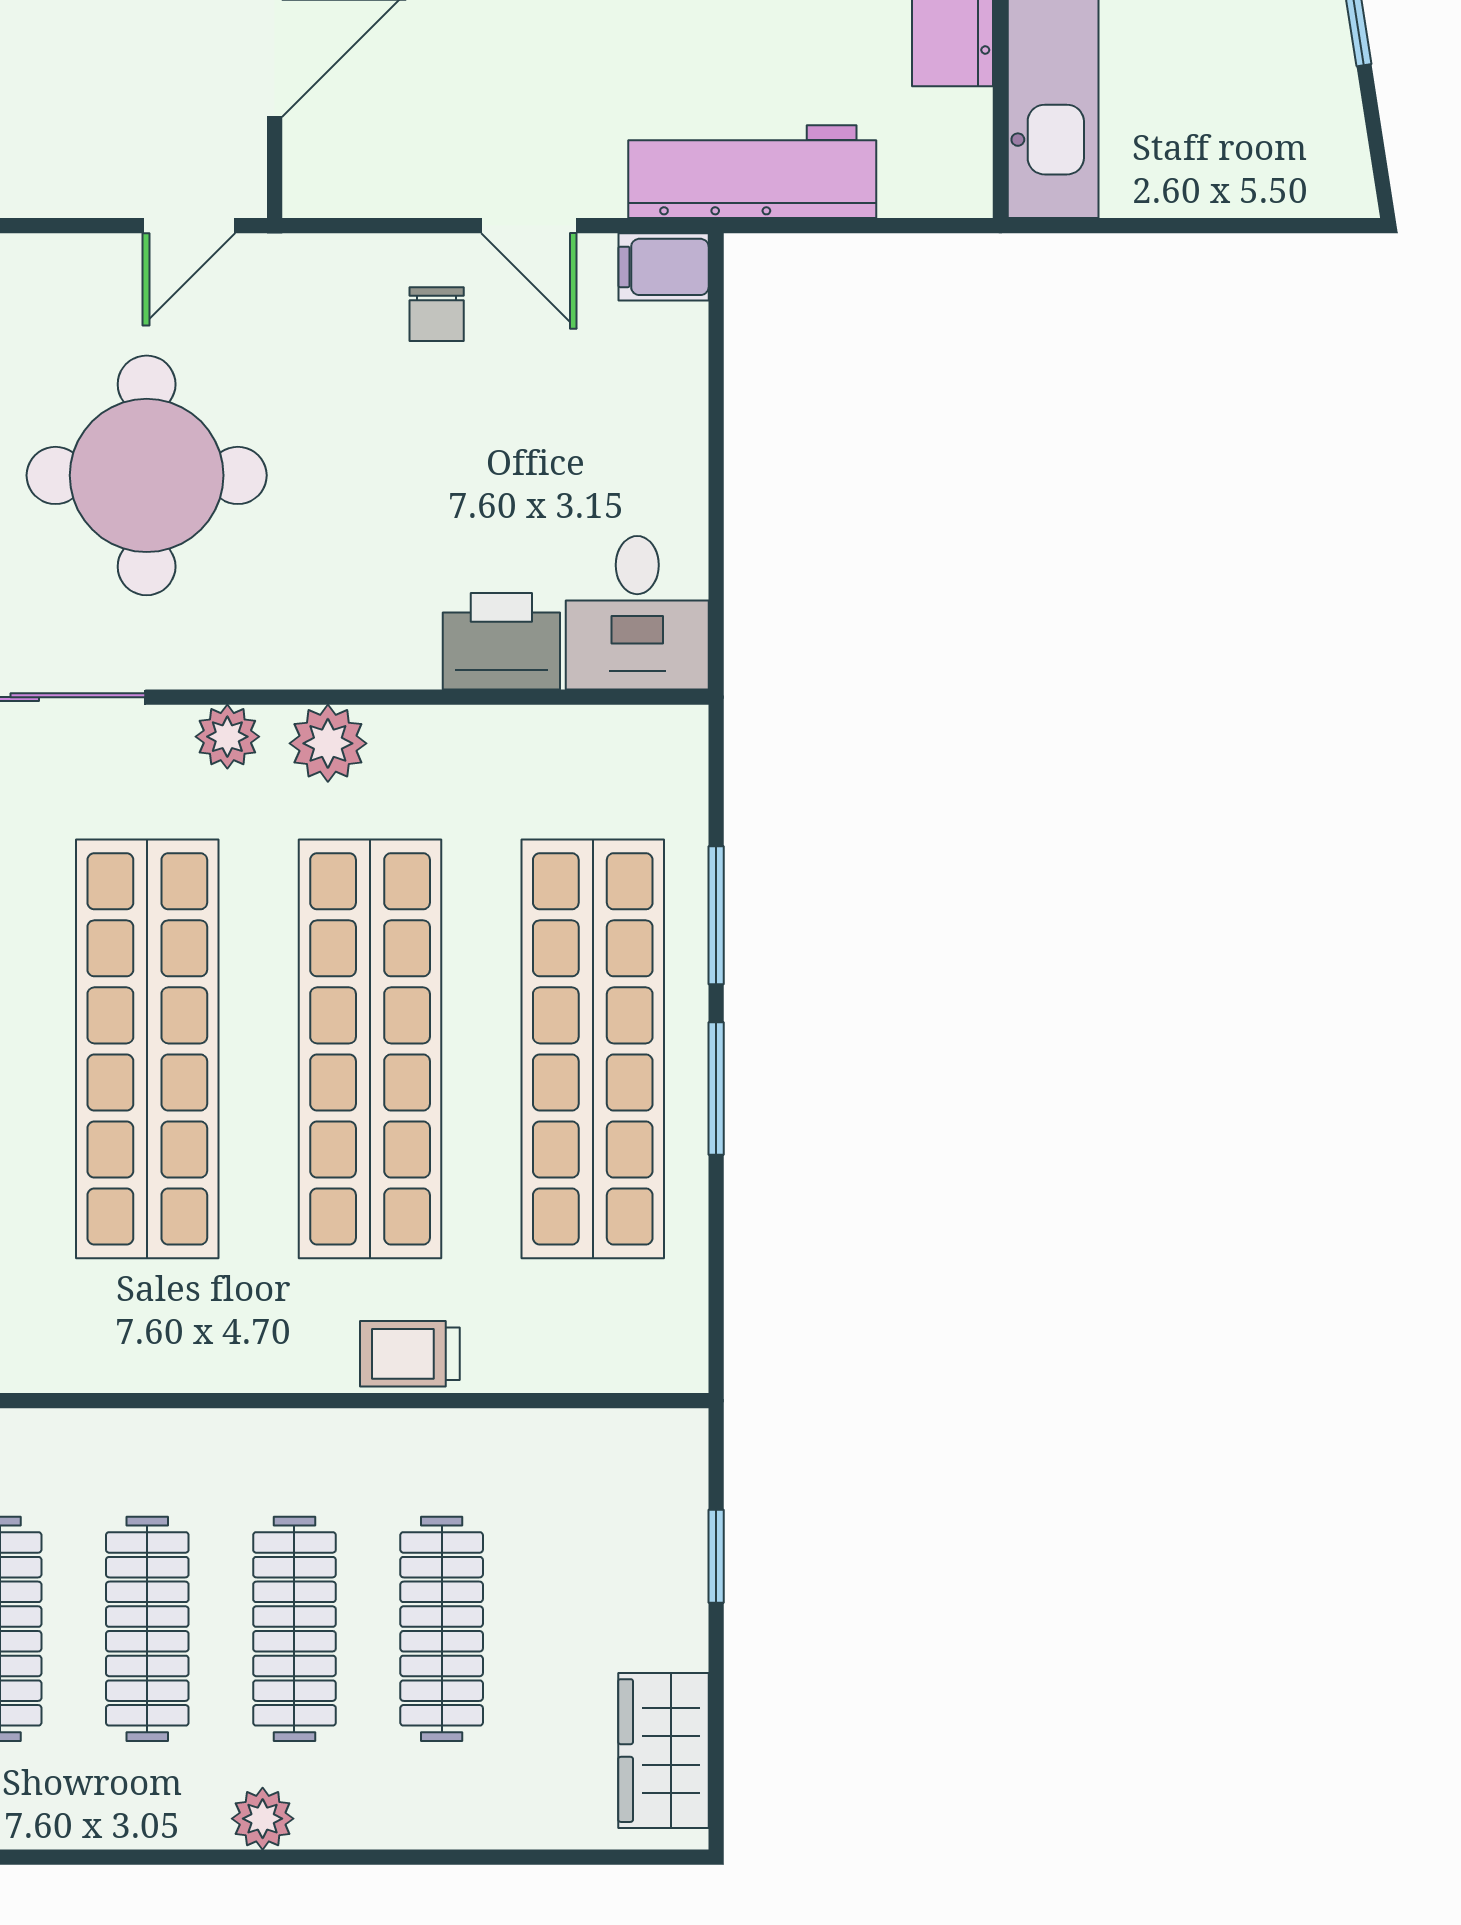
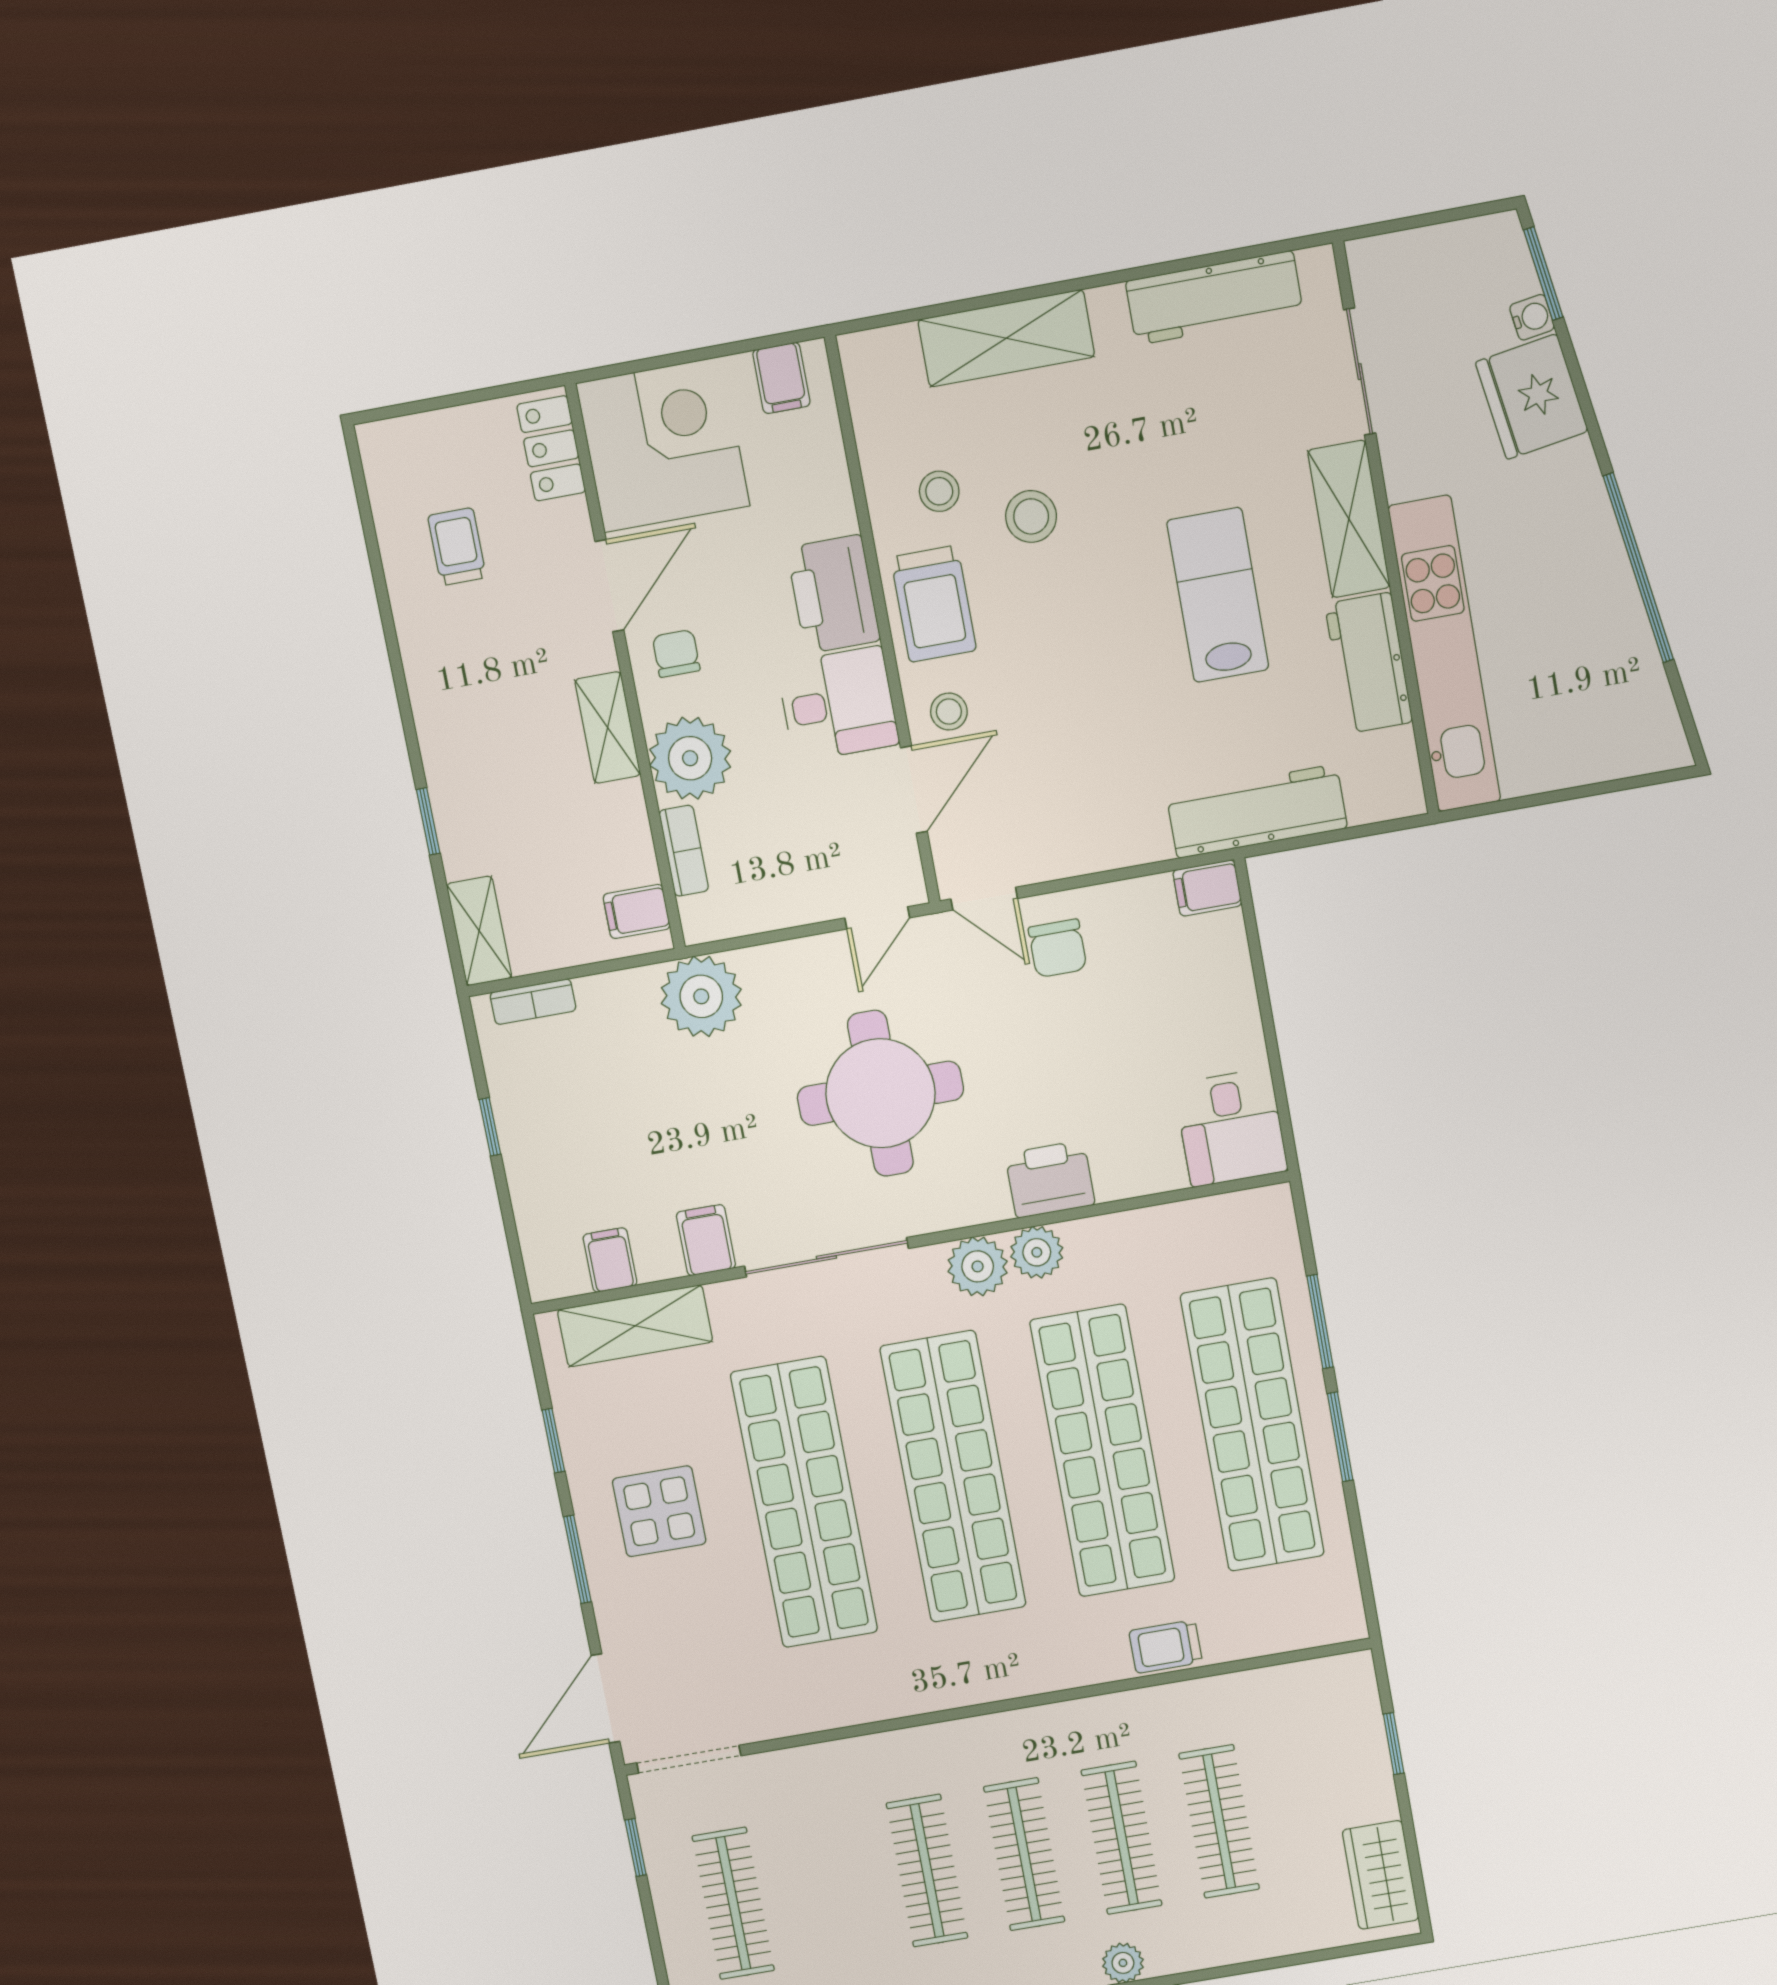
door: (529, 226) -> (984, 899), moved
chair: (437, 314) -> (1058, 948), width x1.37, depth x1.37
printer: (501, 641) -> (1050, 1179), moved
plant: (227, 737) -> (978, 1266), width x1.38, depth x1.38

